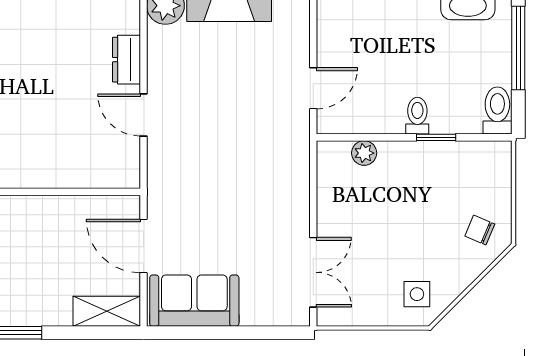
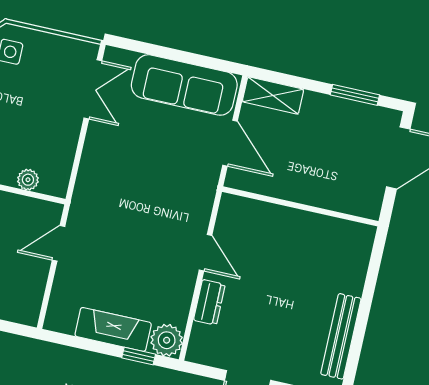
double door: (313, 272) -> (93, 89), swing flipped
sofa: (194, 301) -> (184, 85), width x1.36

